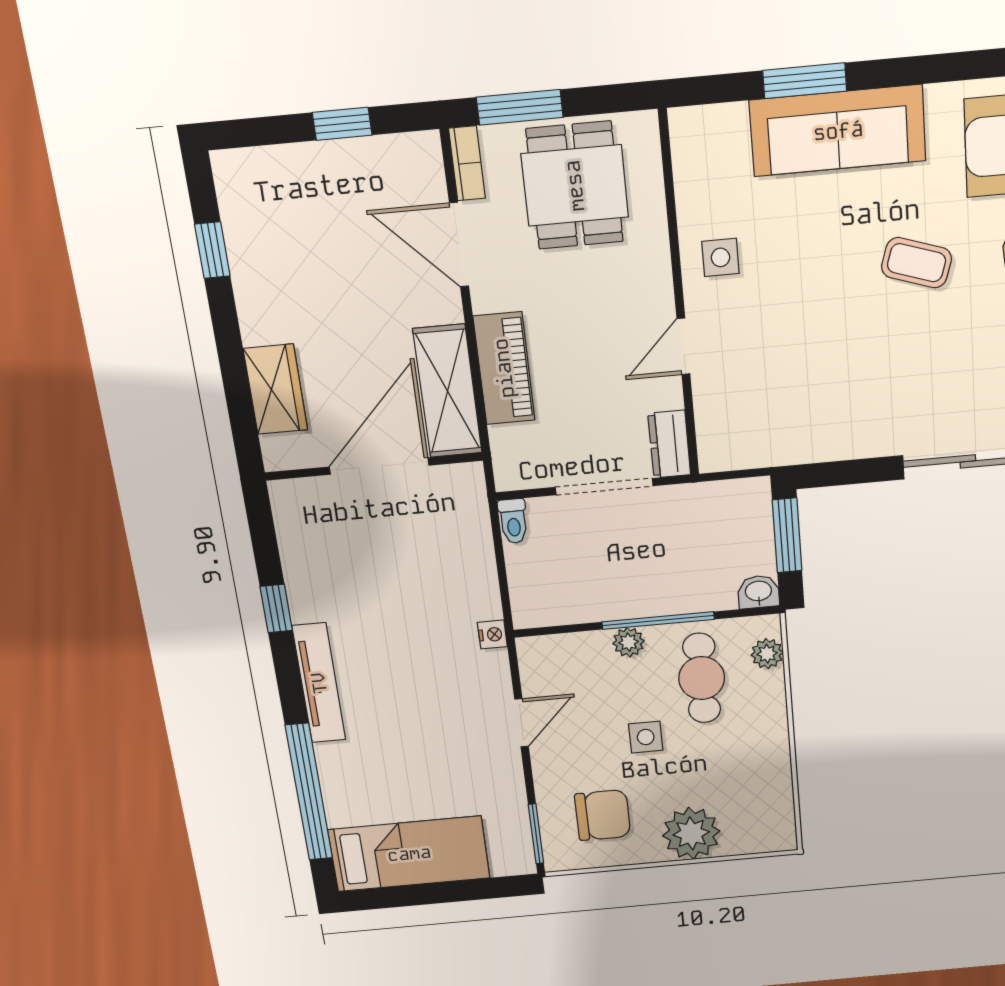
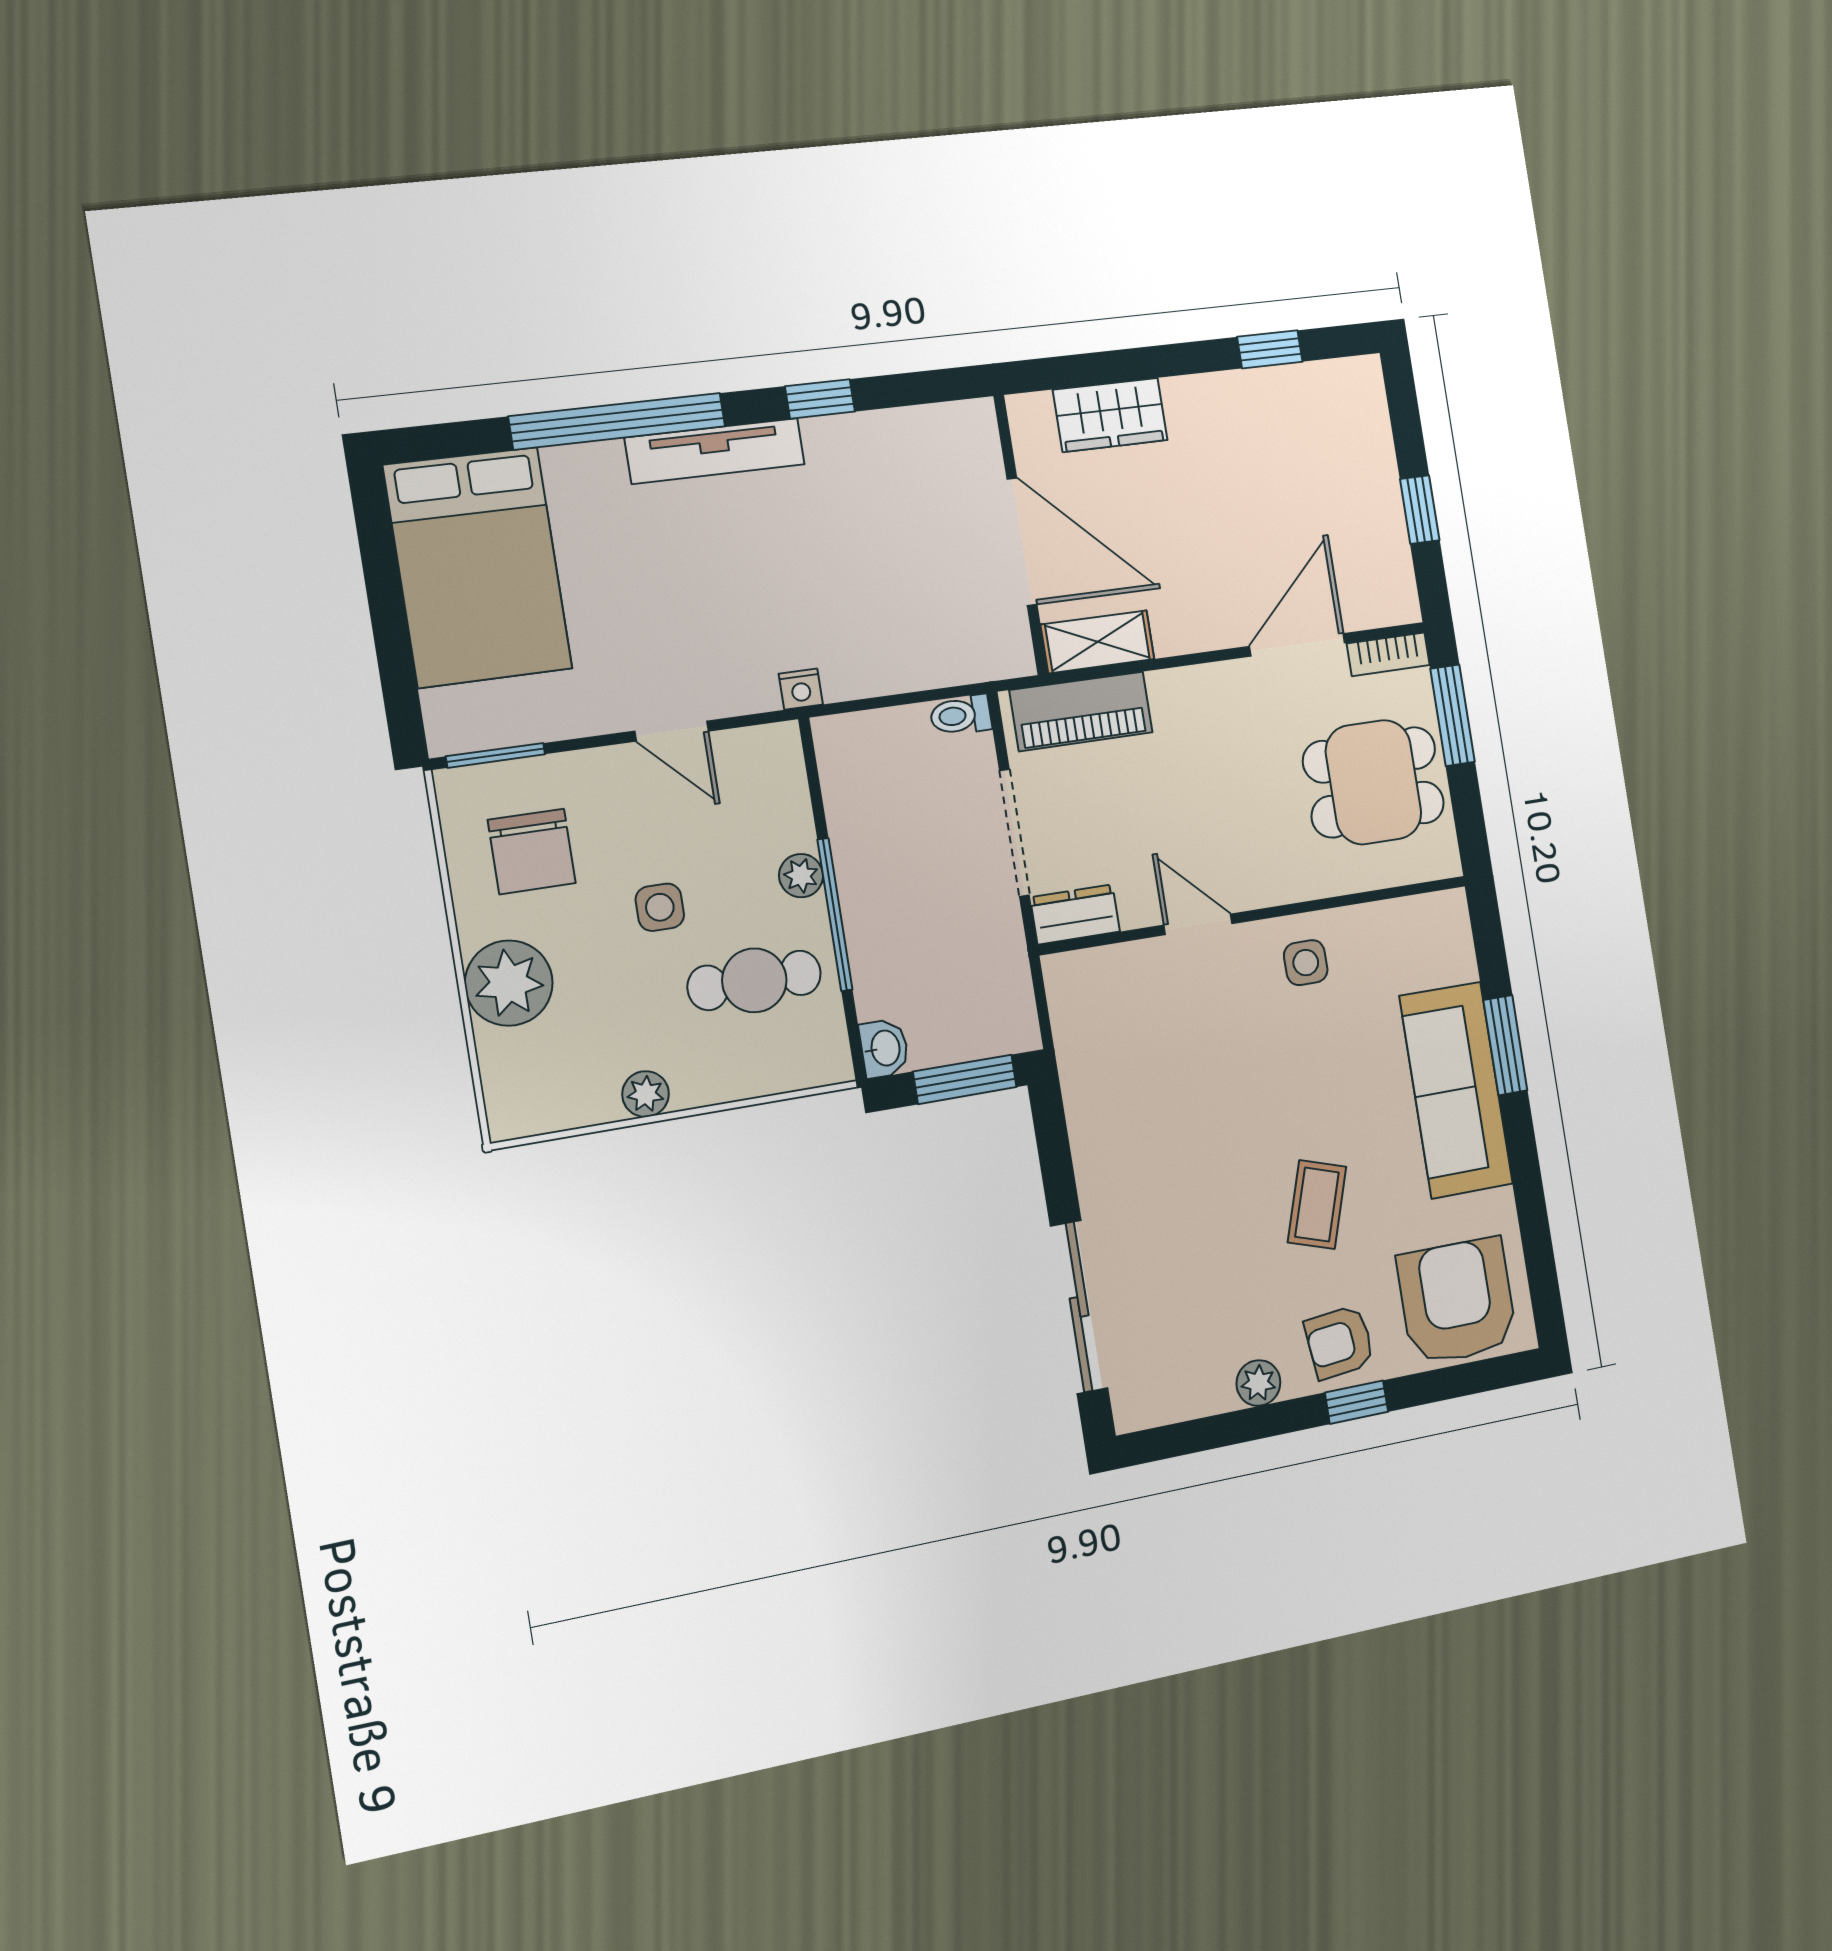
piano: (504, 368) -> (1081, 711), moved
shelving: (448, 391) -> (1098, 642), width x0.67, depth x0.75
plant: (767, 654) -> (646, 1094), moved
window: (309, 792) -> (617, 421), moved
bed: (409, 854) -> (478, 567), width x1.50

